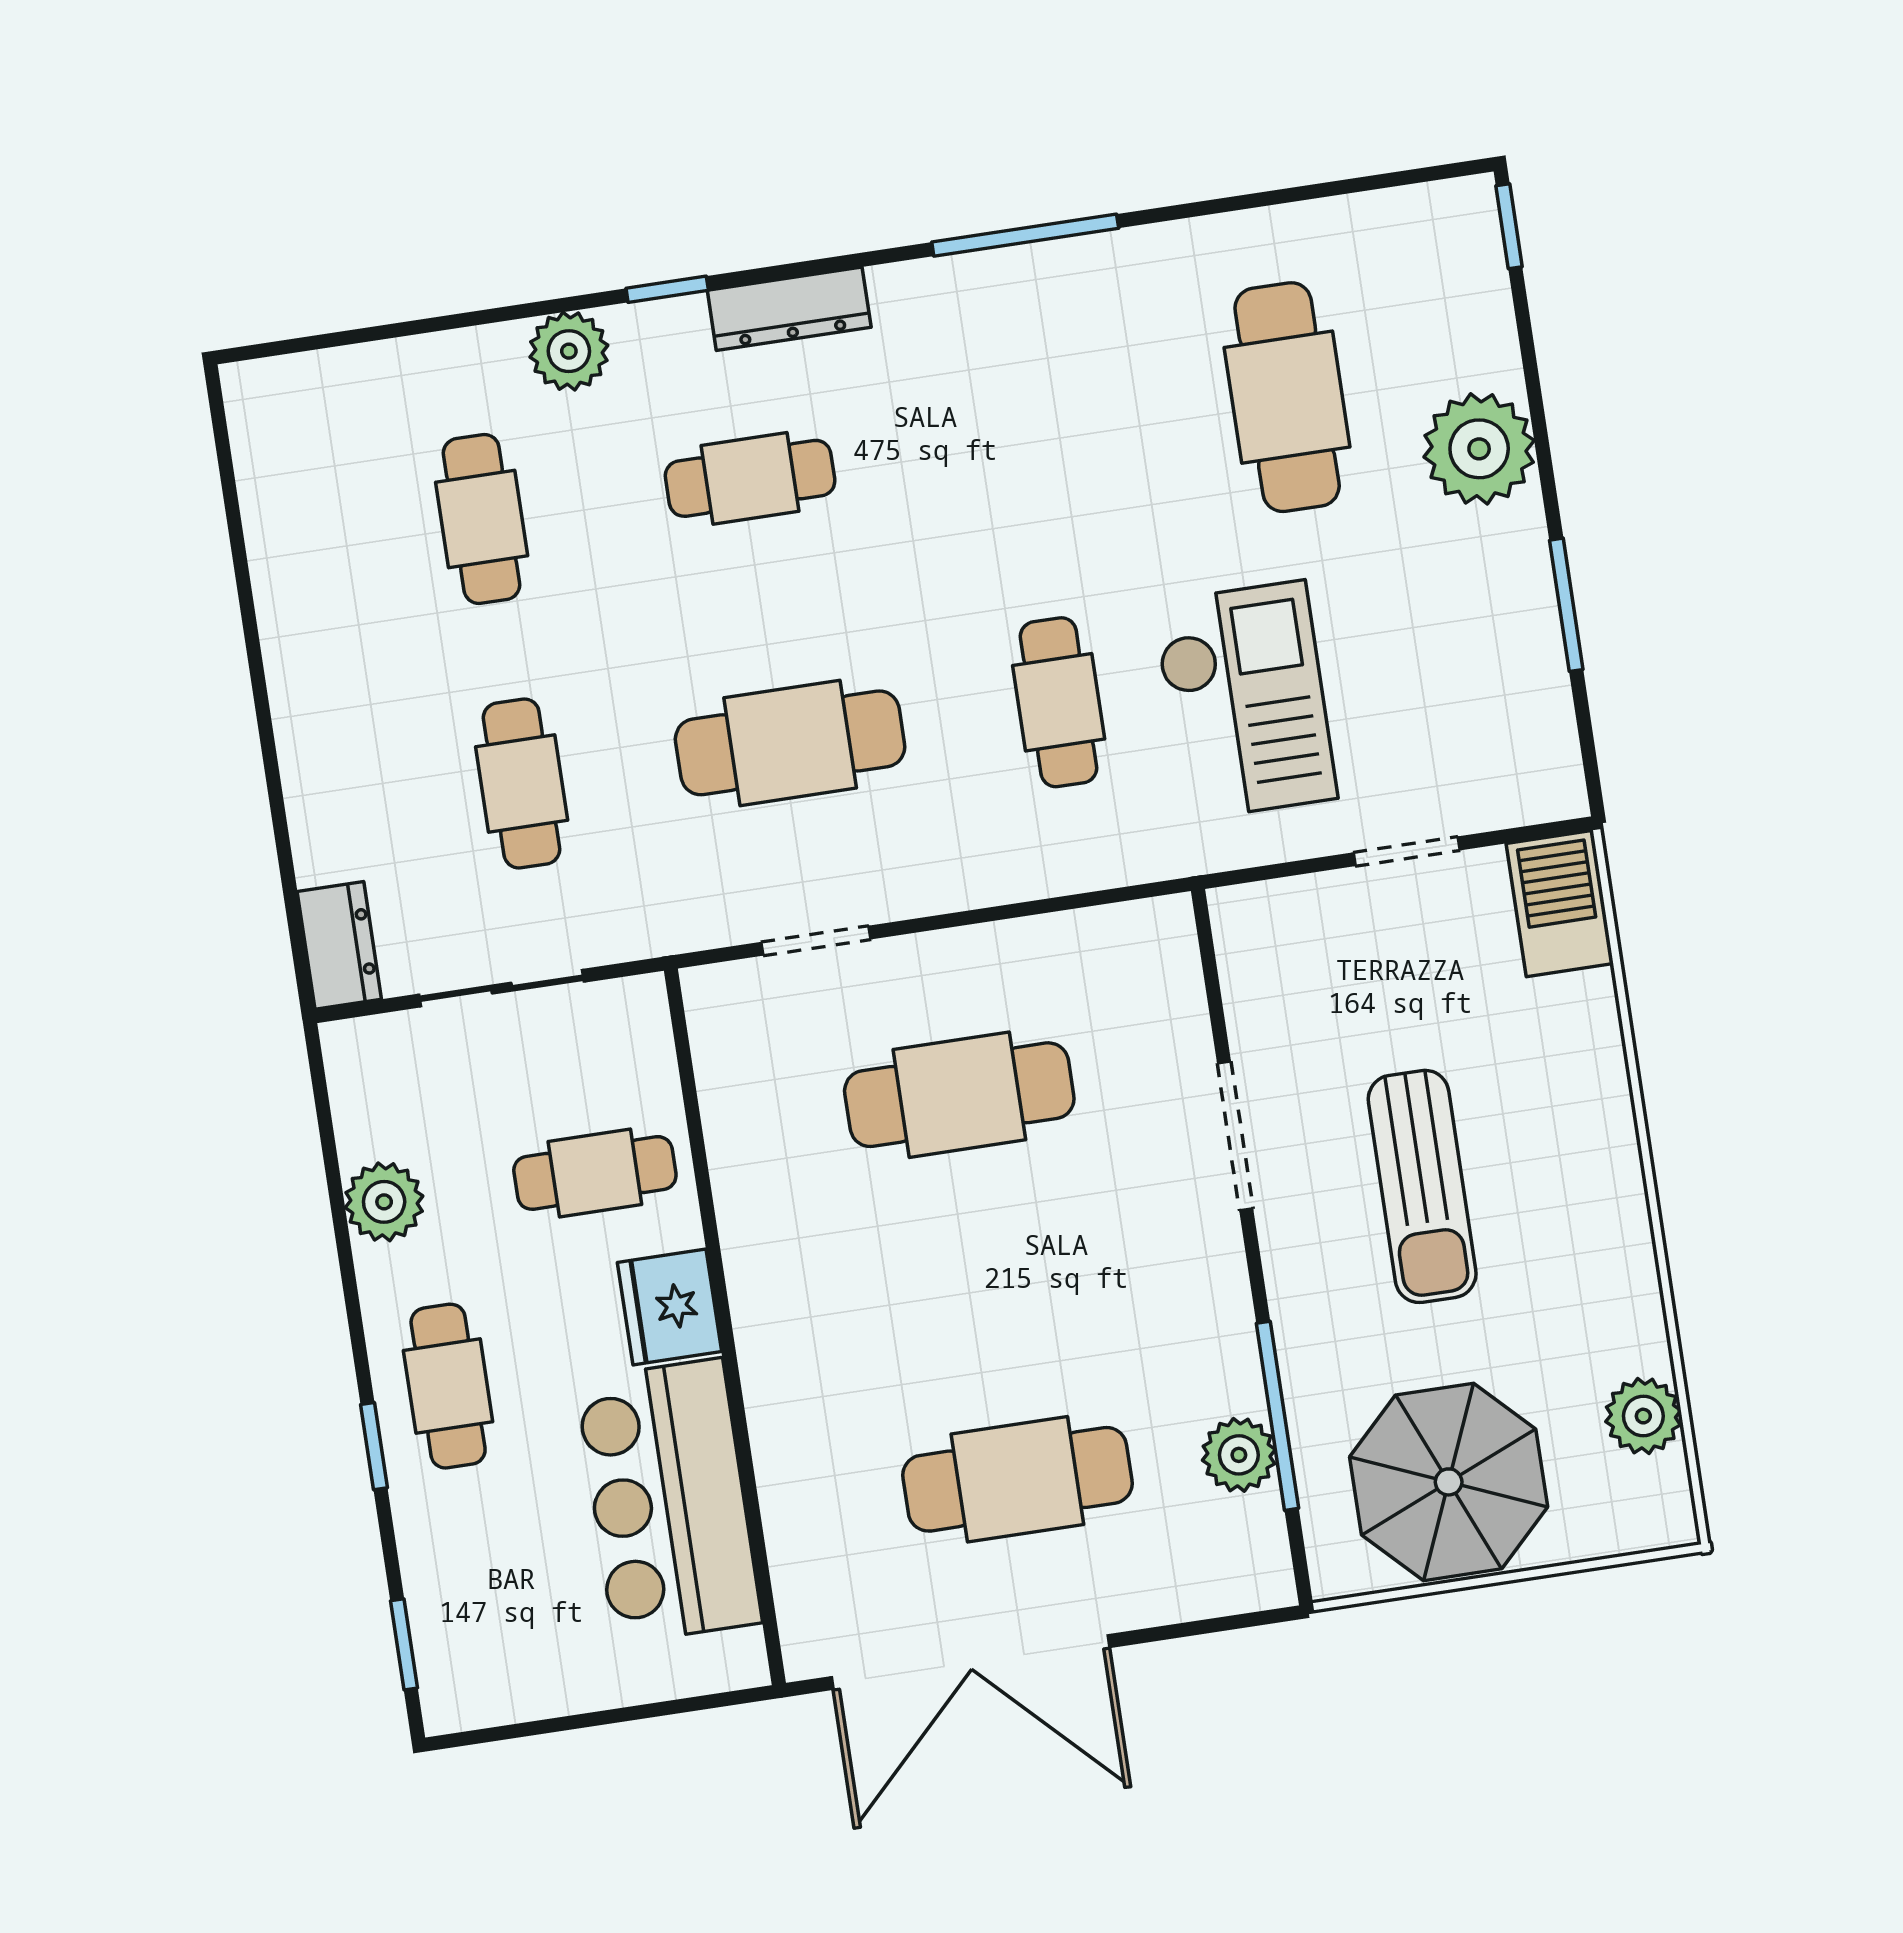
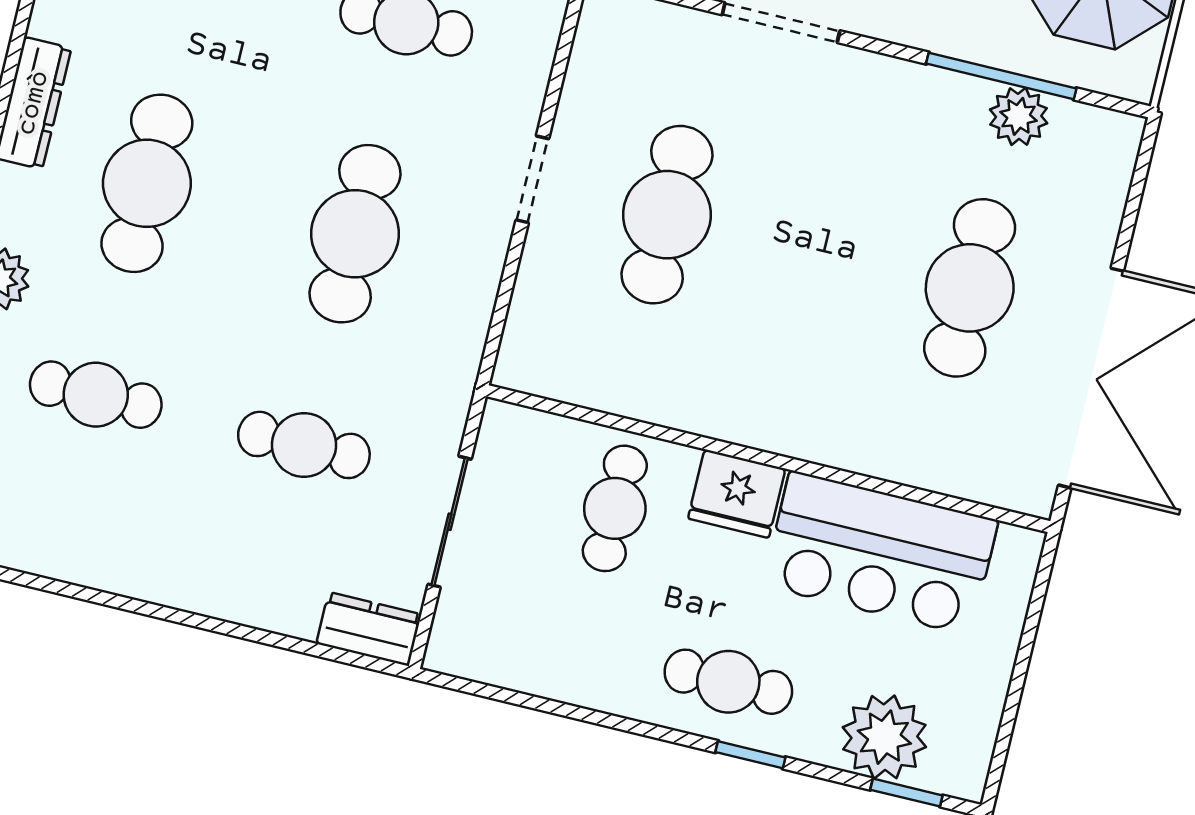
cafe table: (750, 478) -> (147, 183), width x1.37, depth x1.35
doorway: (816, 941) -> (532, 179), moved
plant: (384, 1202) -> (884, 737), moved, width x1.36, depth x1.36

